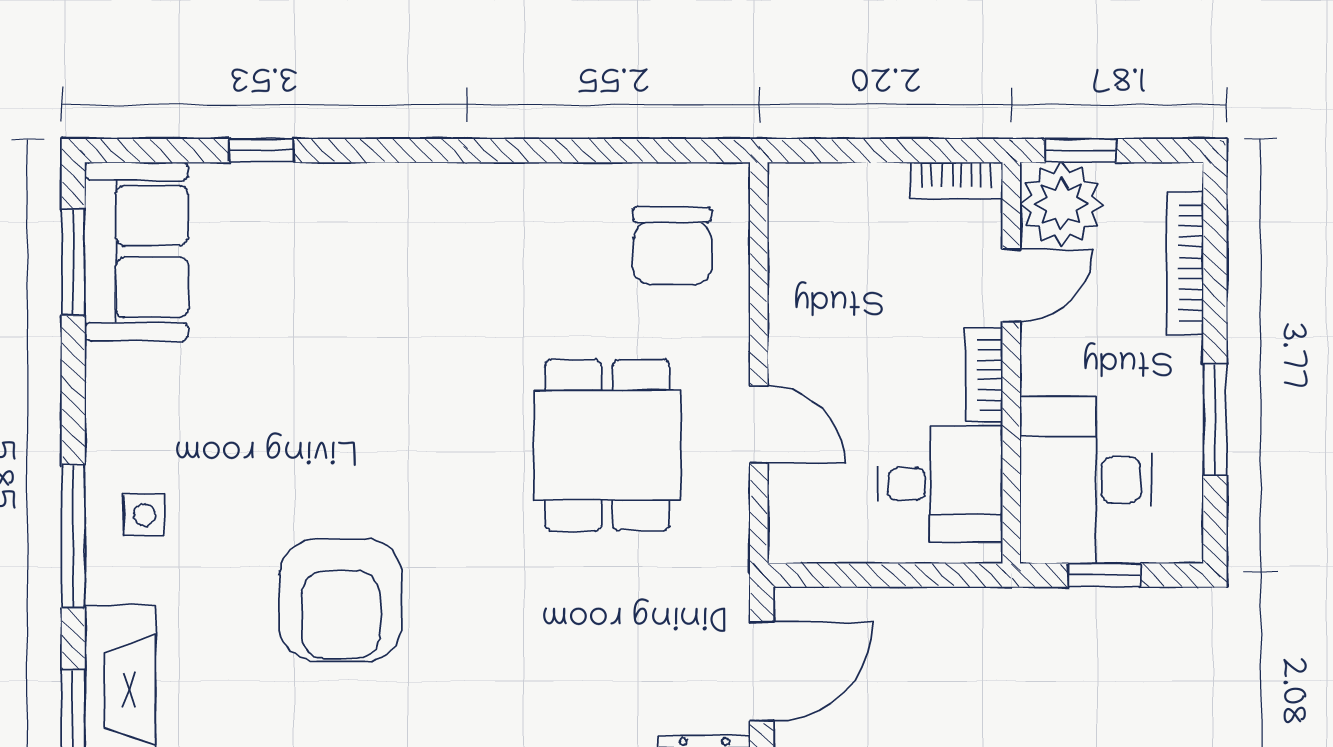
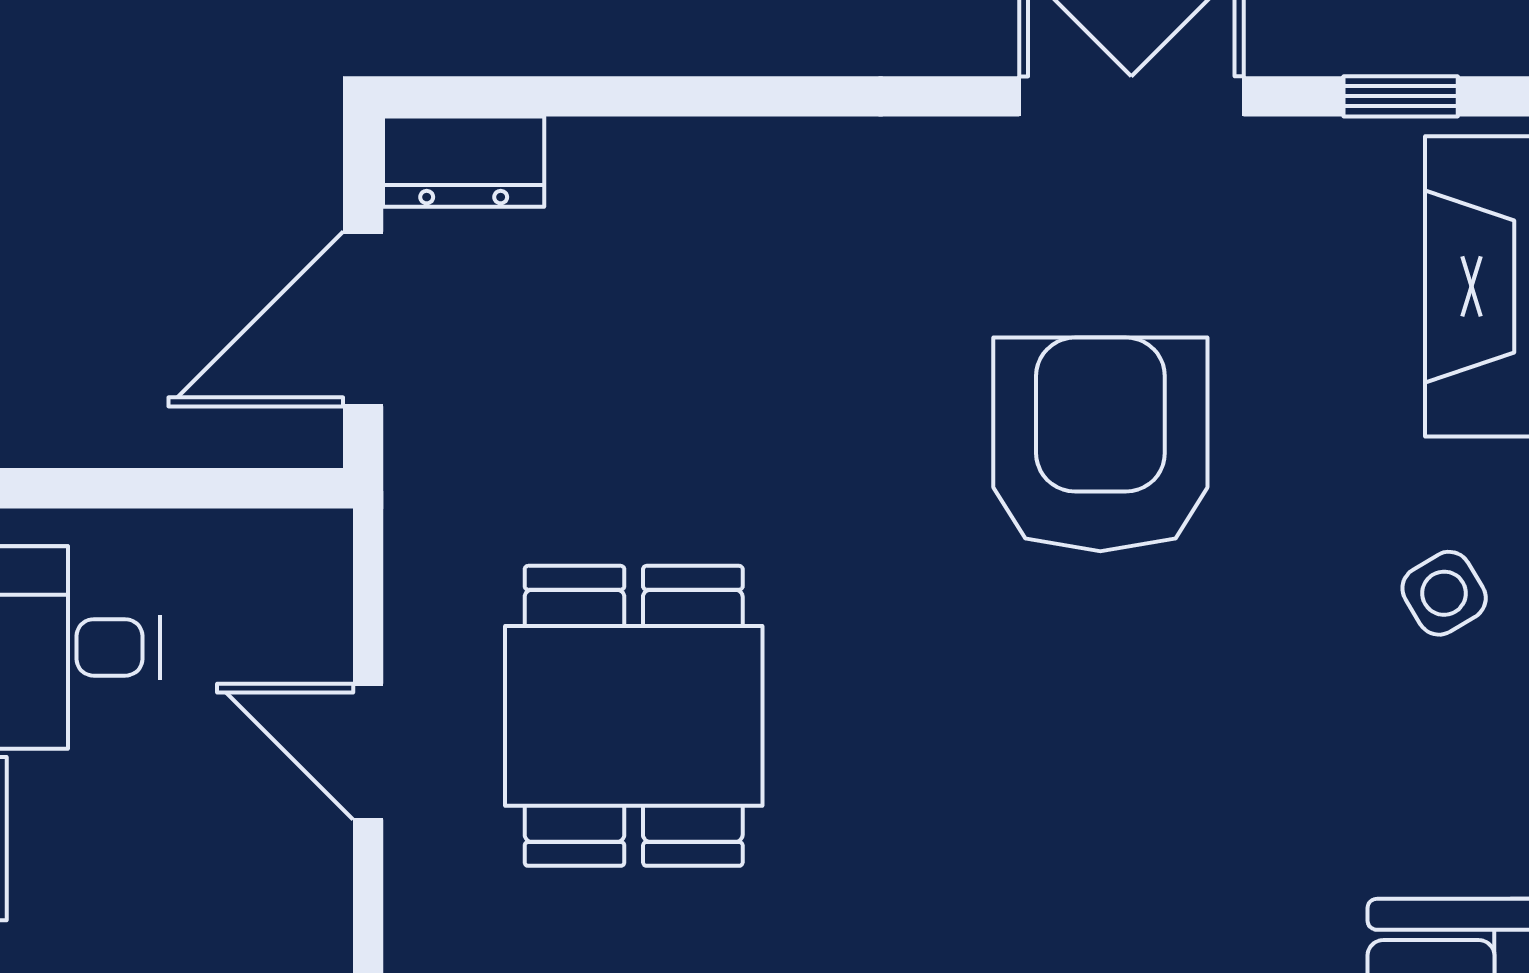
side table: (144, 515) -> (1444, 593), turned -31

